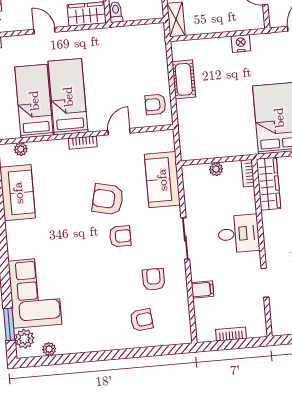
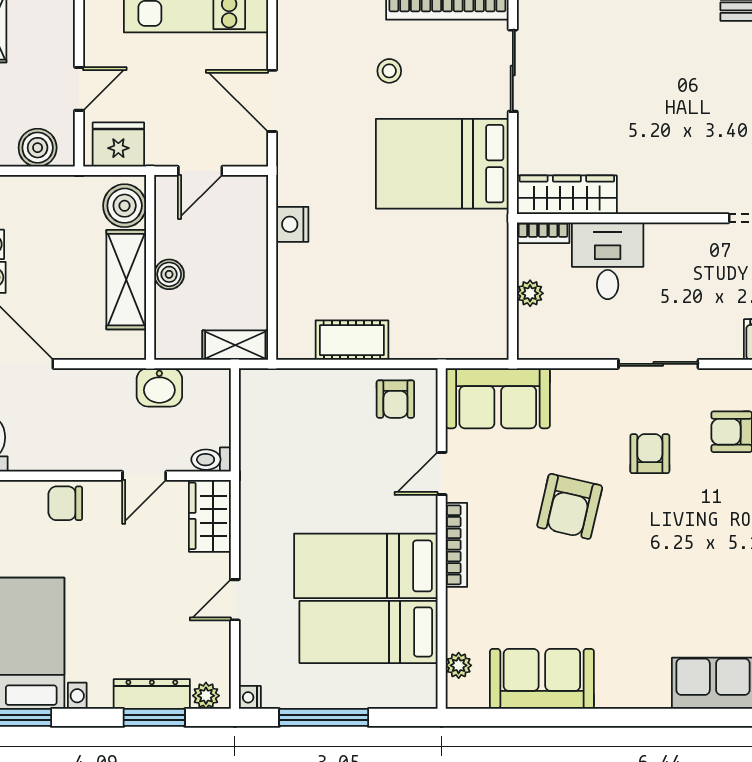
door: (119, 132) -> (442, 474), hinge flipped
bookcase: (83, 143) -> (456, 545), width x1.56
sofa: (162, 180) -> (498, 398), moved
desk: (239, 234) -> (608, 261), moved
armchair: (120, 236) -> (650, 454), moved

